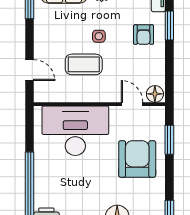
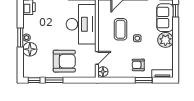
window: (169, 140) -> (54, 80), moved

